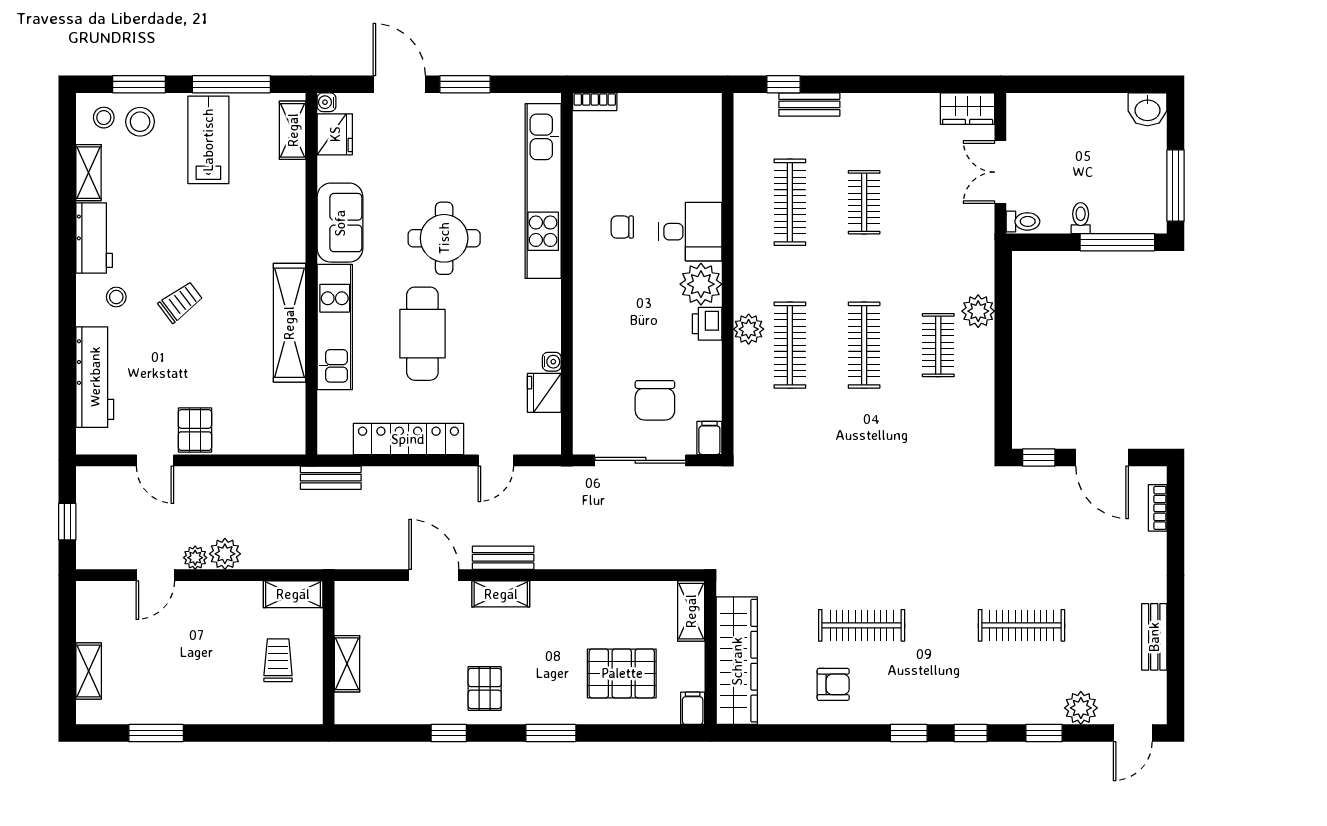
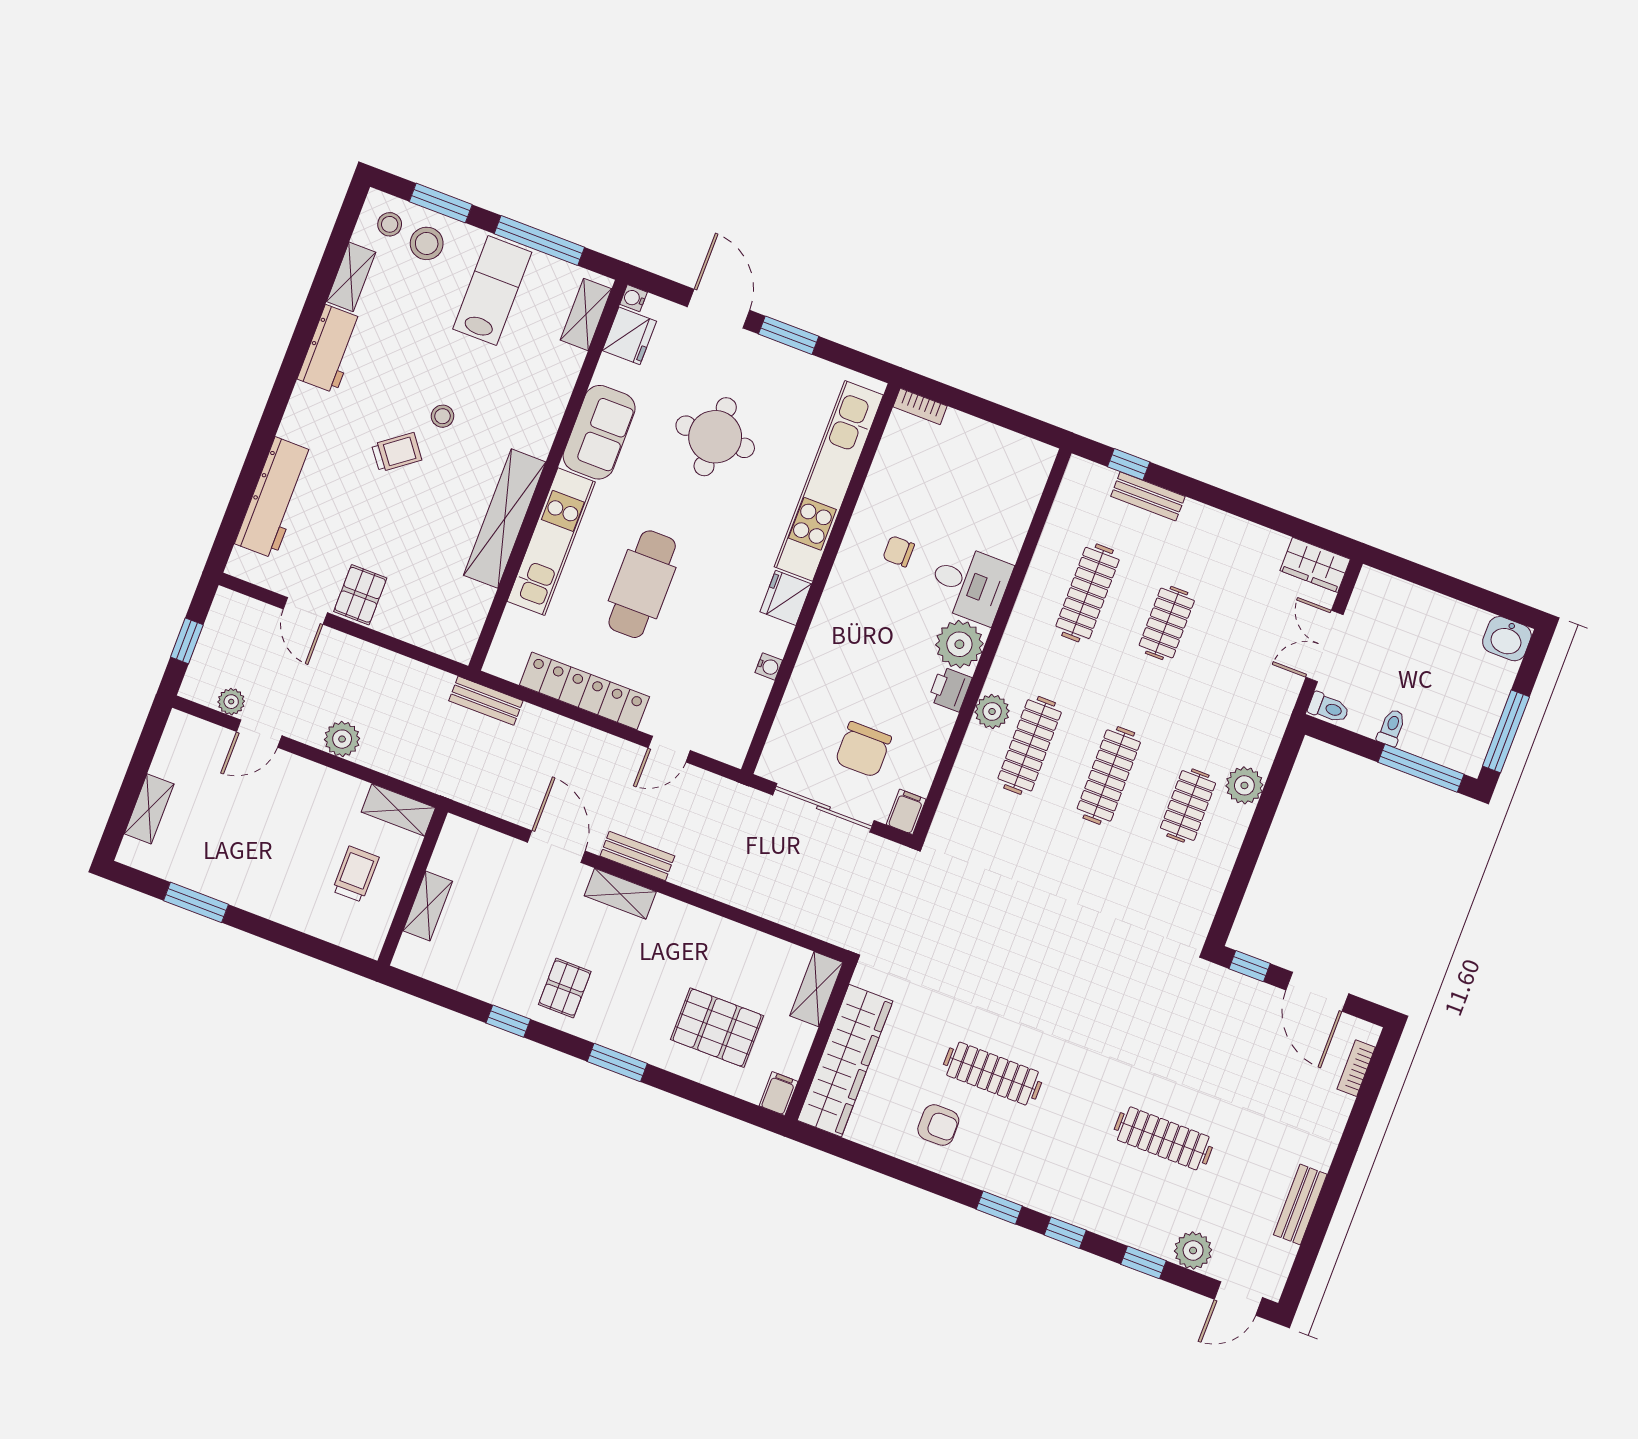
round table: (444, 238) -> (715, 437), moved
stool: (116, 297) -> (443, 416), moved
fridge: (544, 393) -> (786, 598), moved
plant: (195, 558) -> (231, 702), moved

